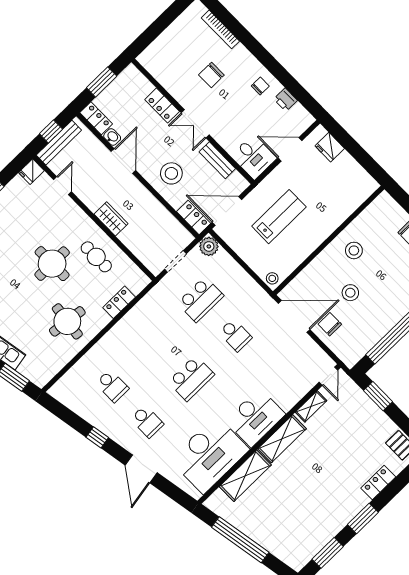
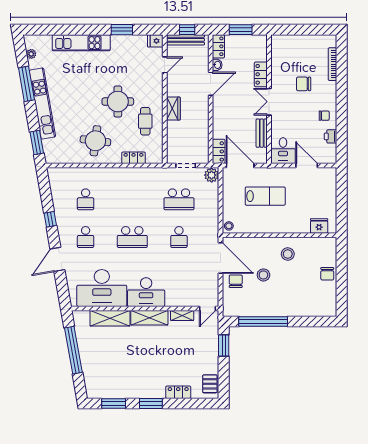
fridge: (330, 147) -> (319, 226), moved, turned 90
stool: (171, 173) -> (230, 116), removed

